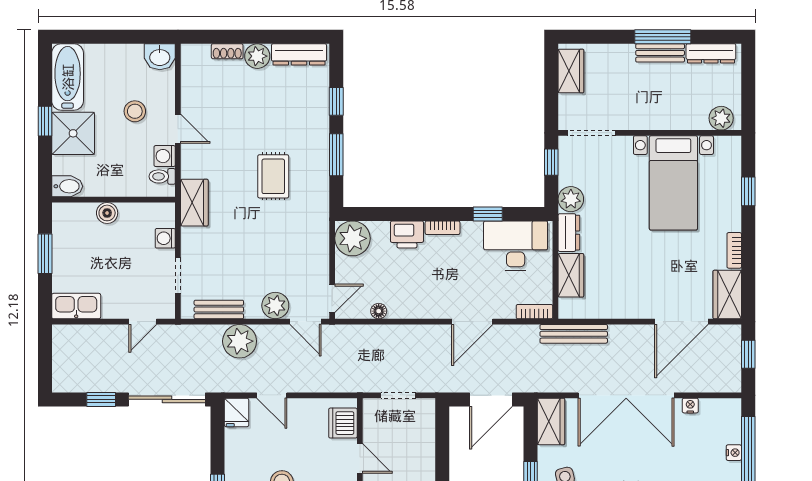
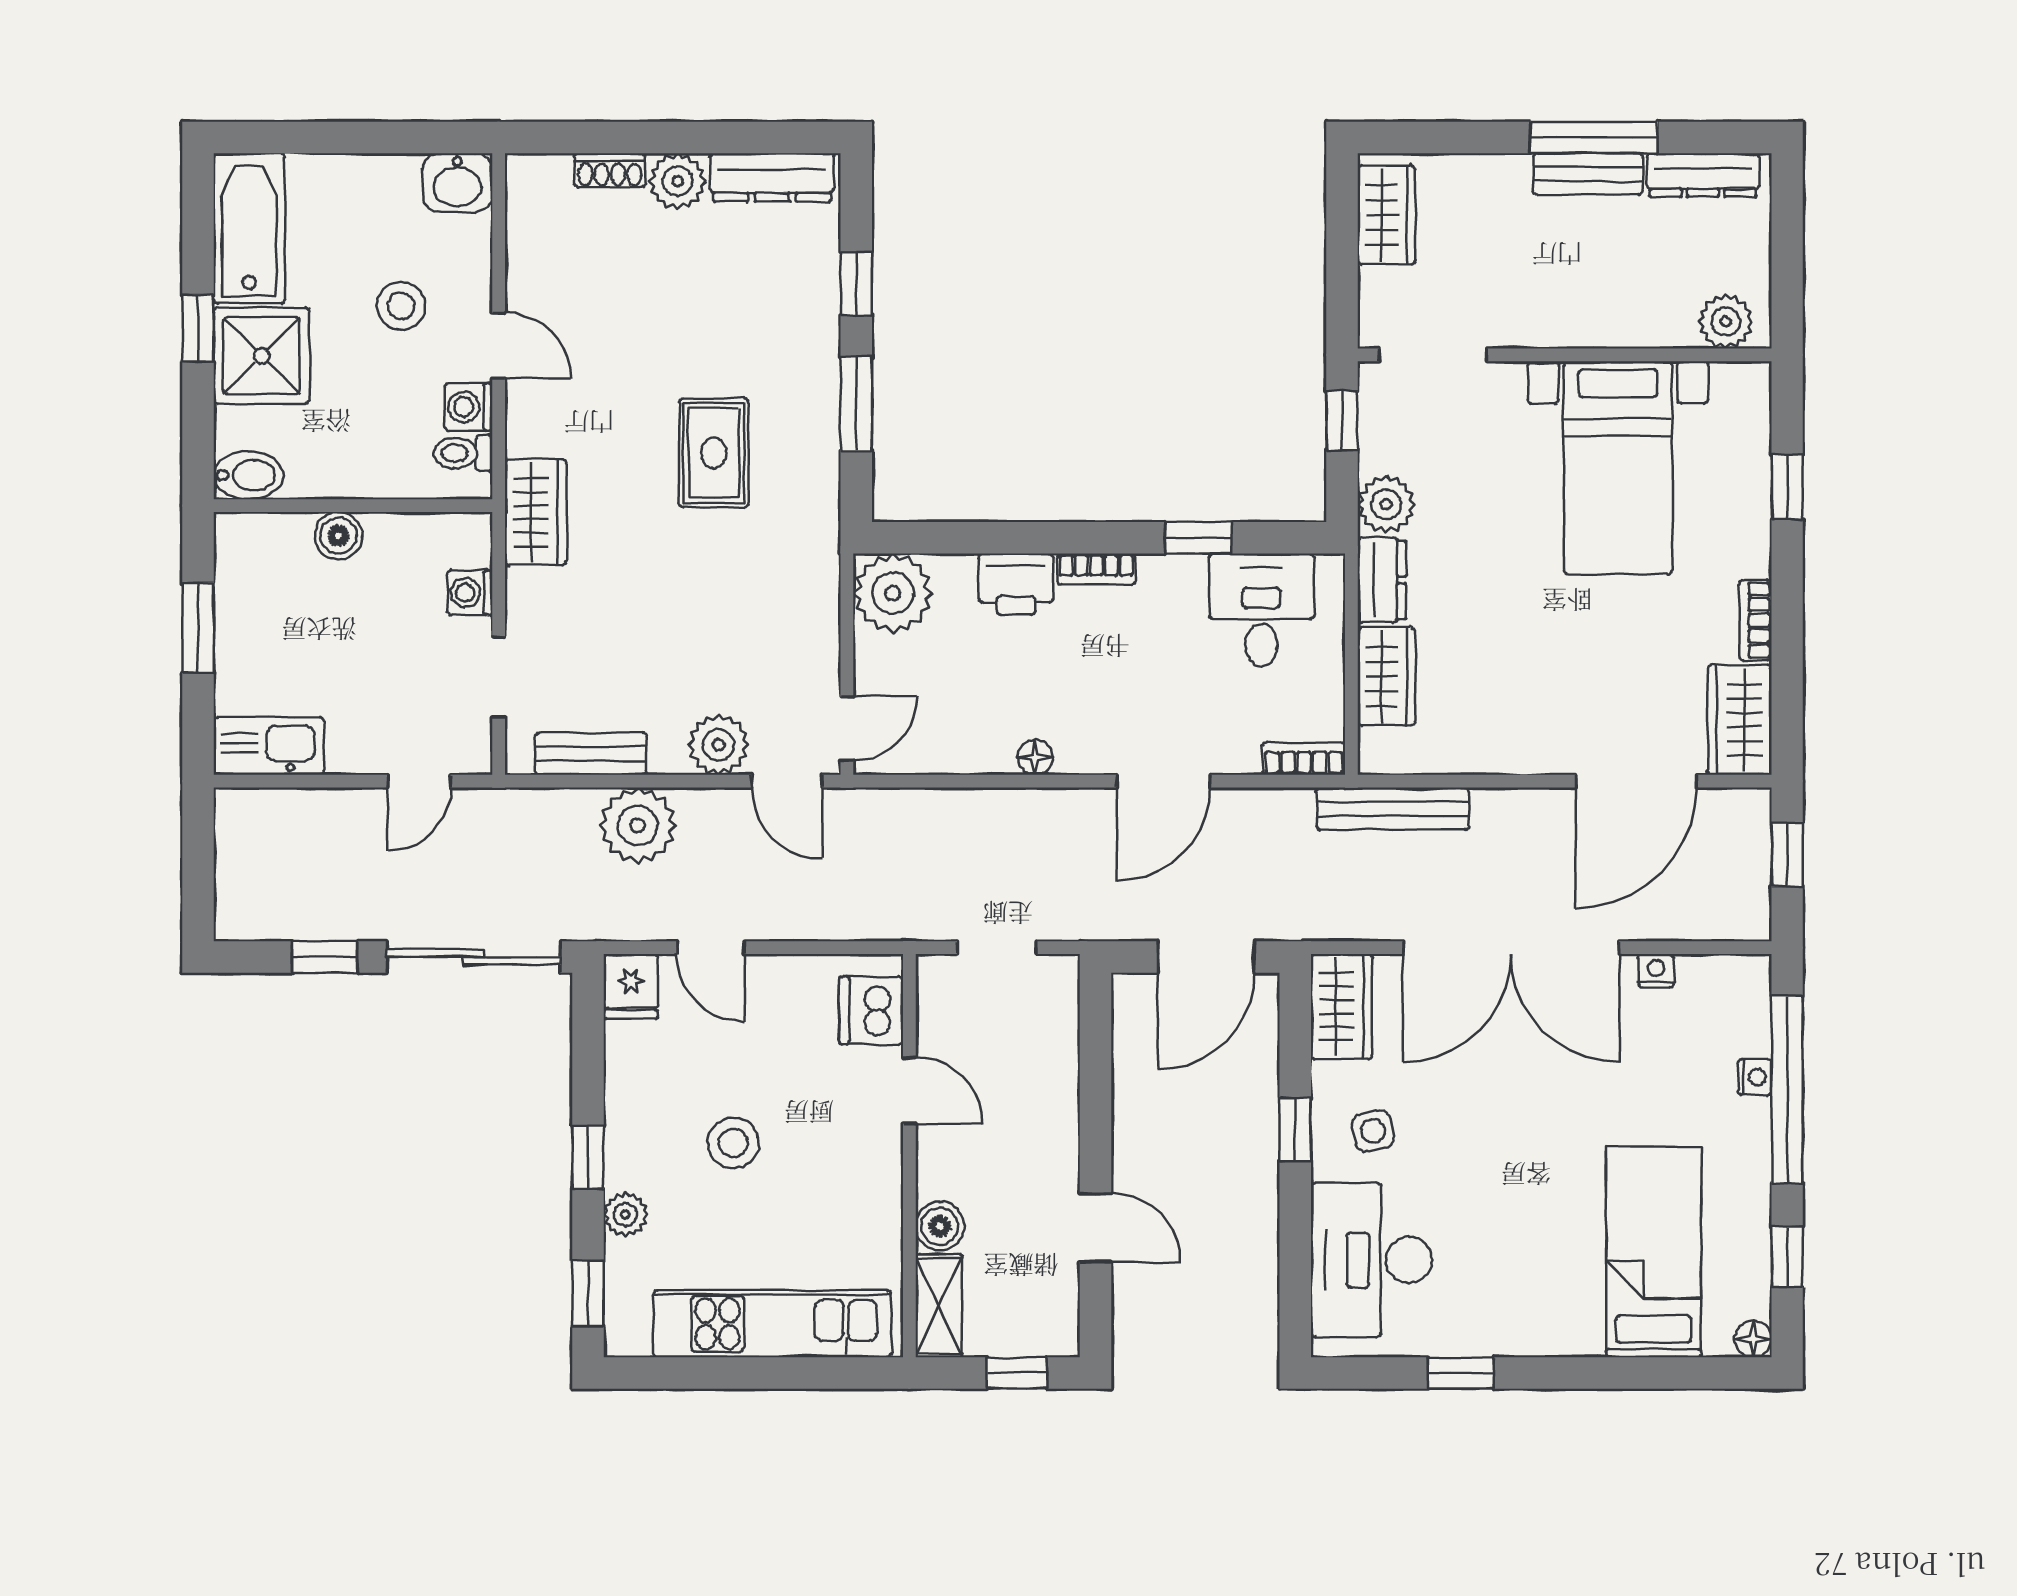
desk: (516, 246) -> (1261, 610), width x0.73
floor lamp: (379, 311) -> (1035, 757), moved

